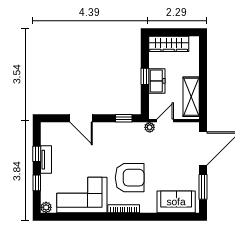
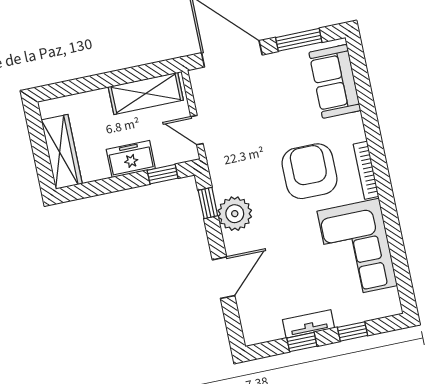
window: (145, 76) -> (163, 174), moved
plant: (150, 127) -> (235, 214), moved, width x1.88, depth x1.88
plant: (46, 207) -> (392, 306), removed

